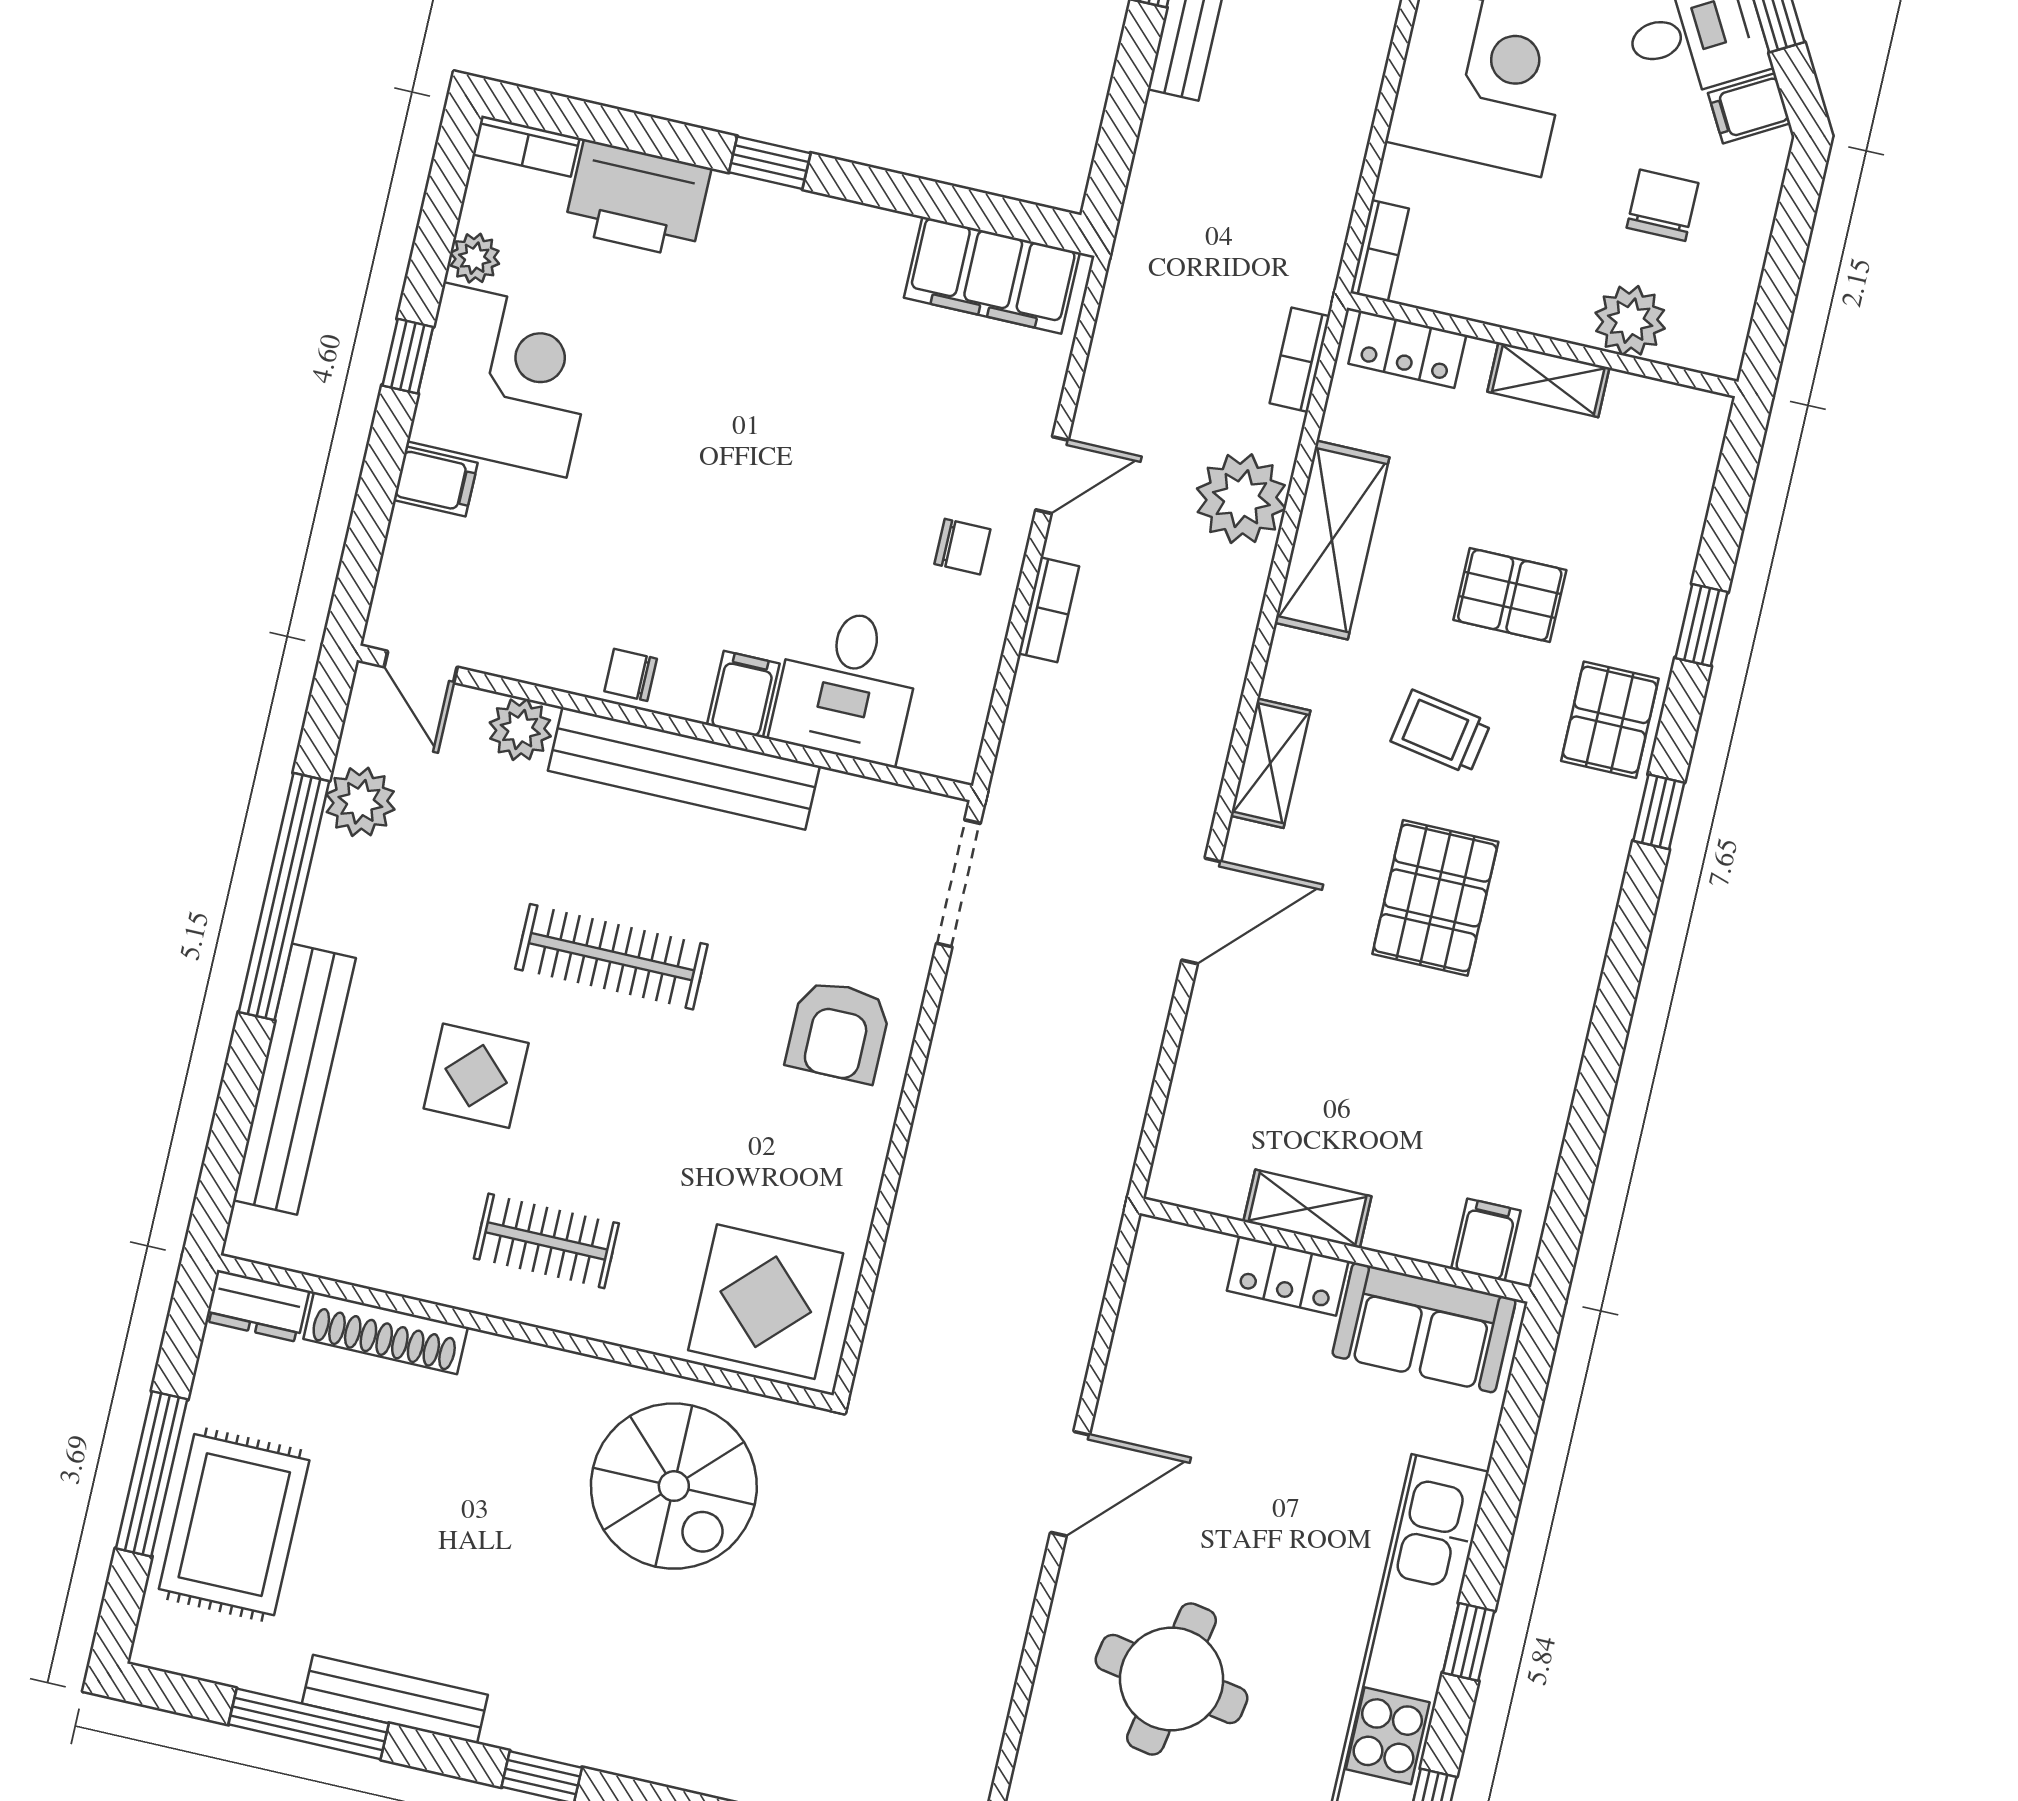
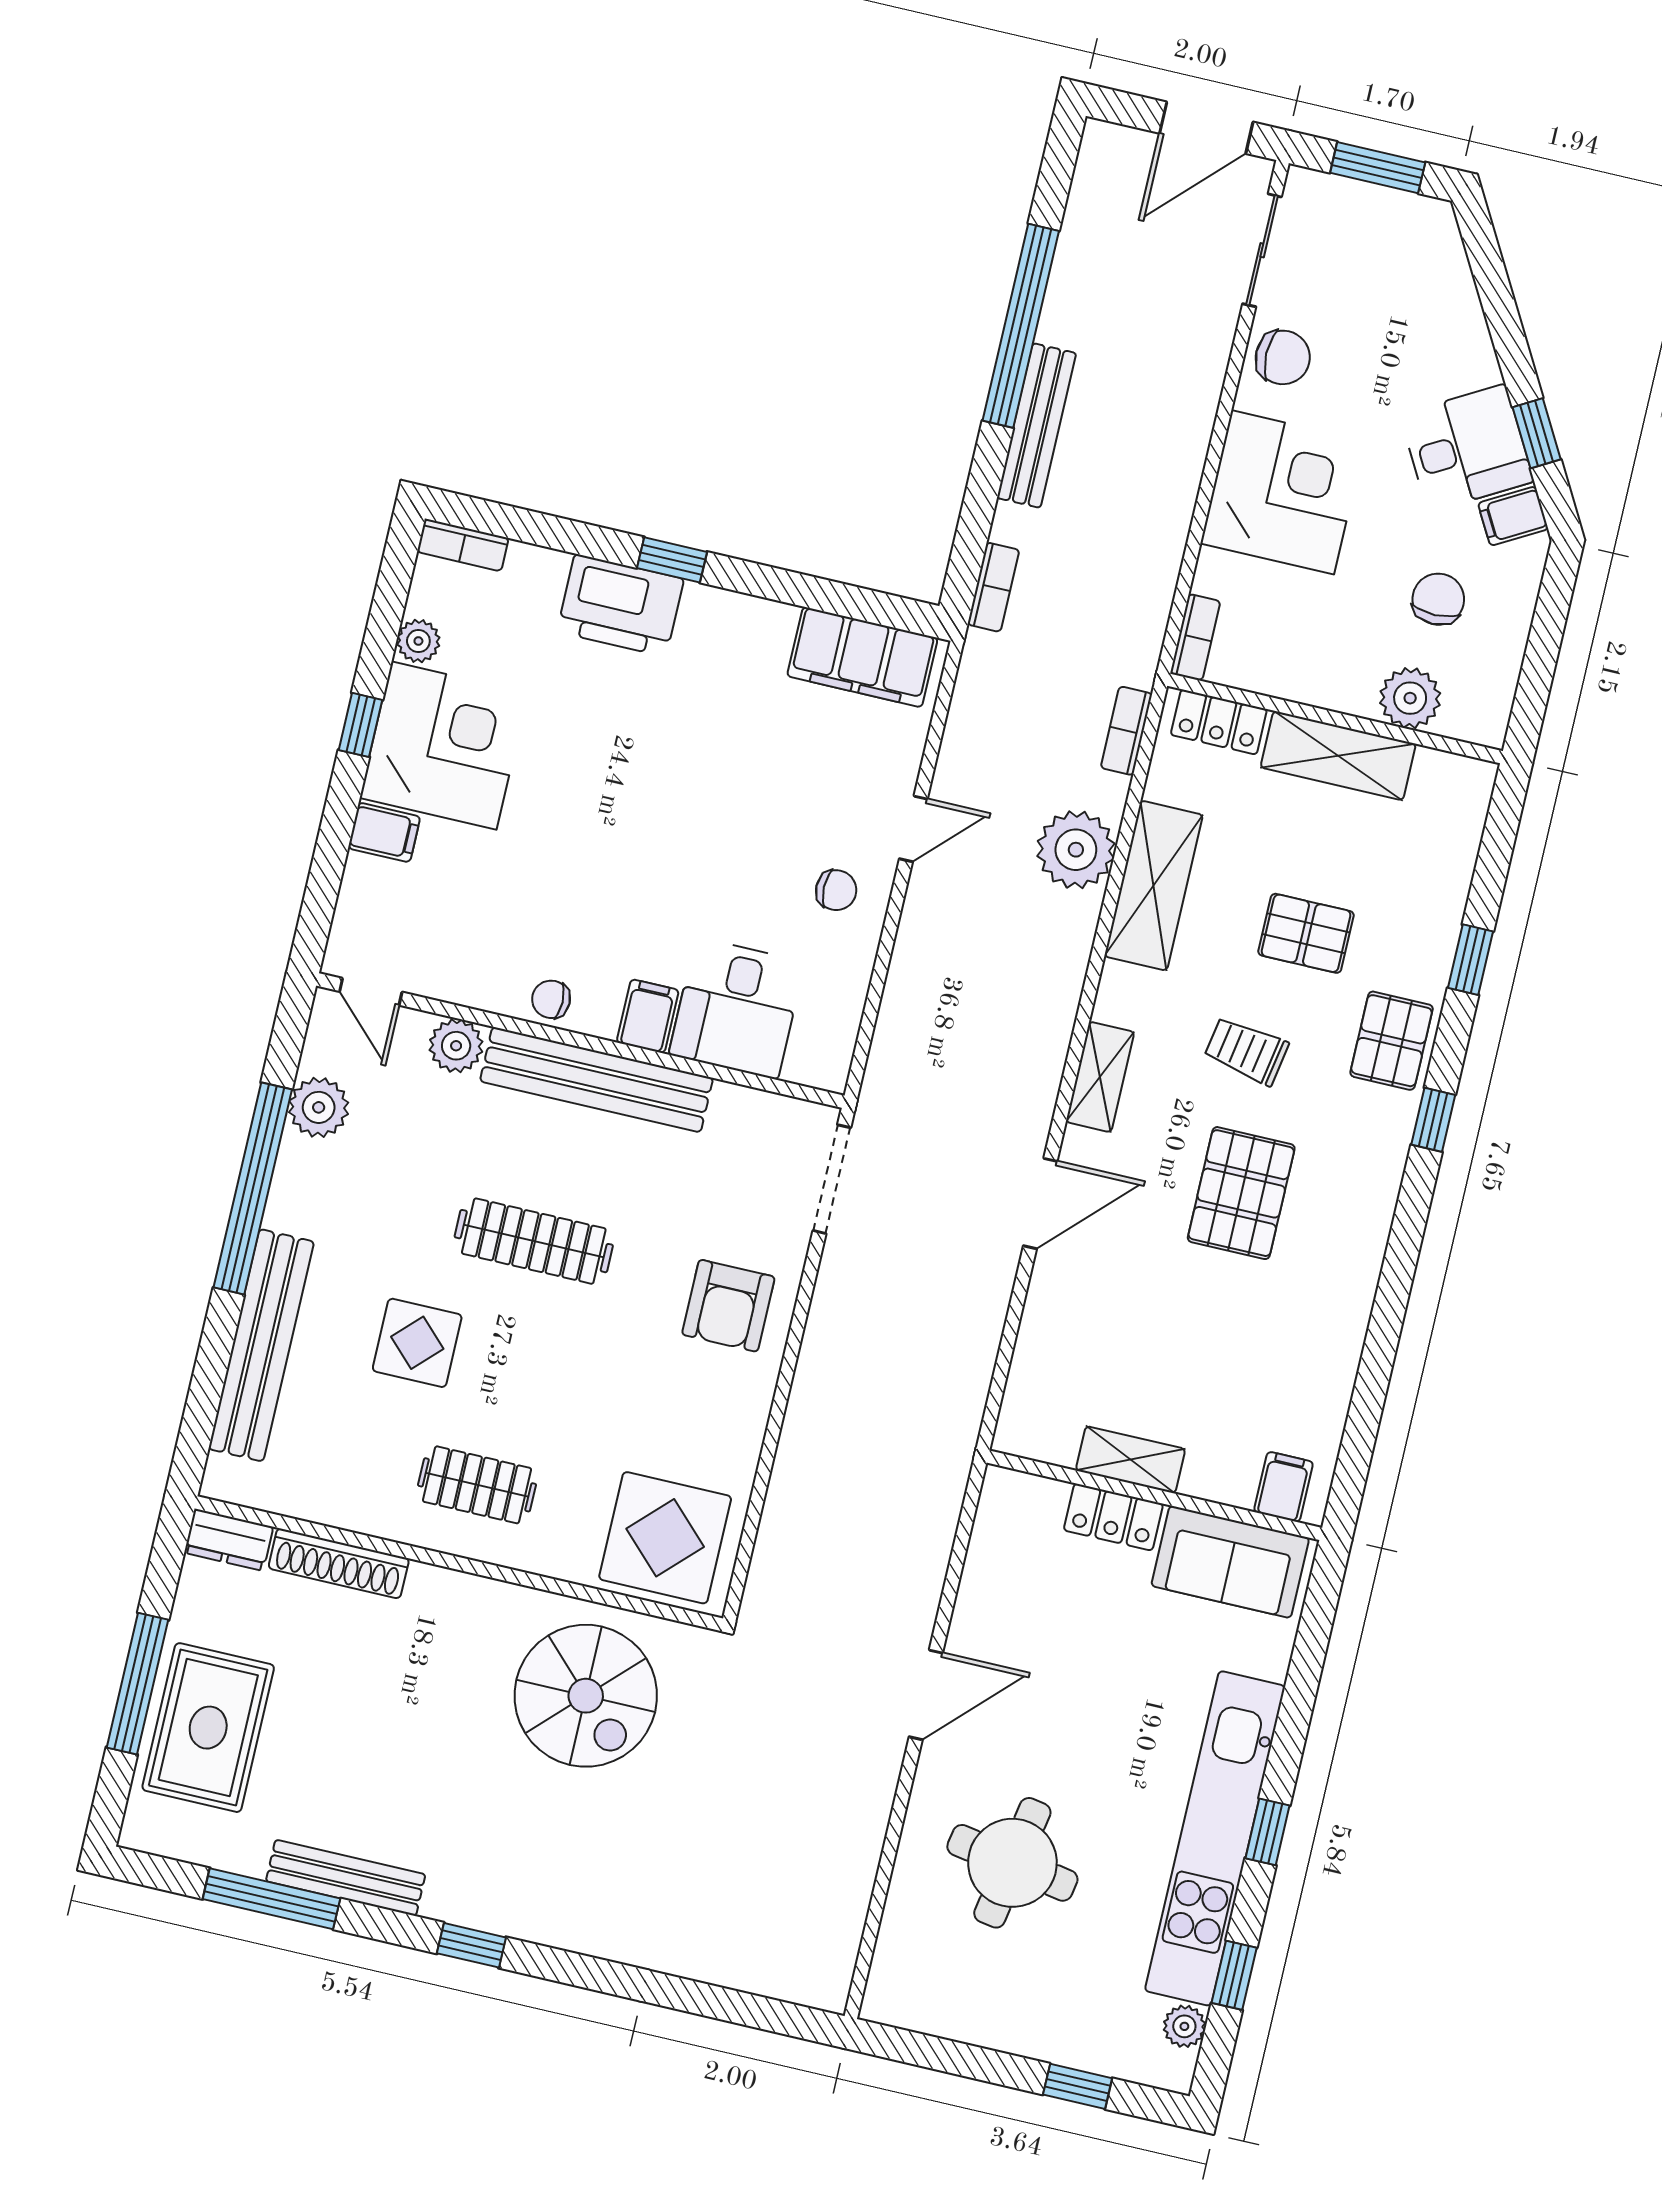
printer: (637, 199) -> (620, 605), moved
shelving: (1548, 380) -> (1338, 756), width x1.50, depth x1.33
bookcase: (1049, 610) -> (993, 587), moved

